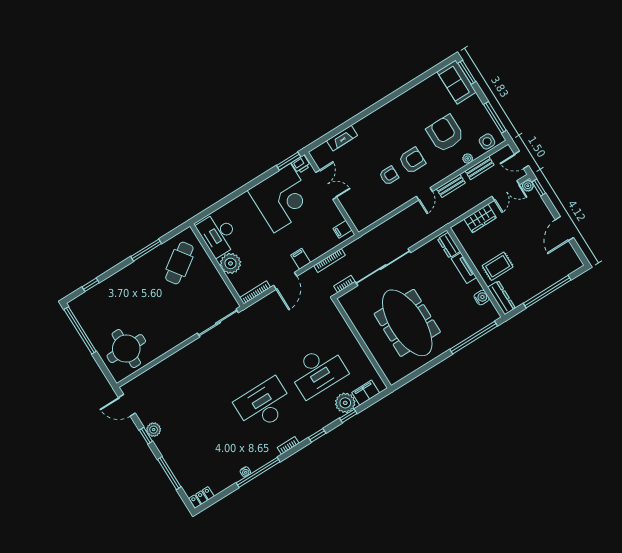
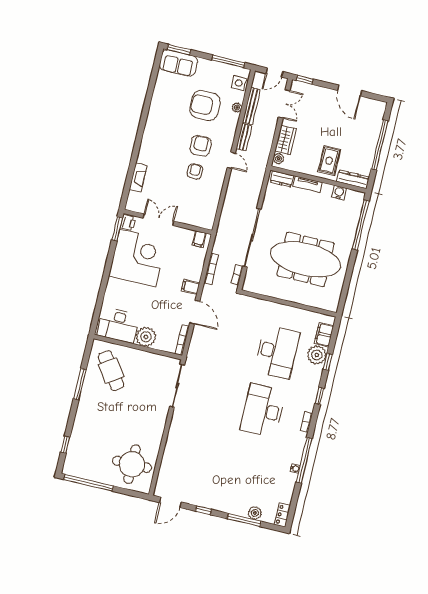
bench: (480, 168) -> (251, 106), width x1.36
plant: (528, 186) -> (278, 159), moved
plant: (154, 430) -> (255, 513), moved

